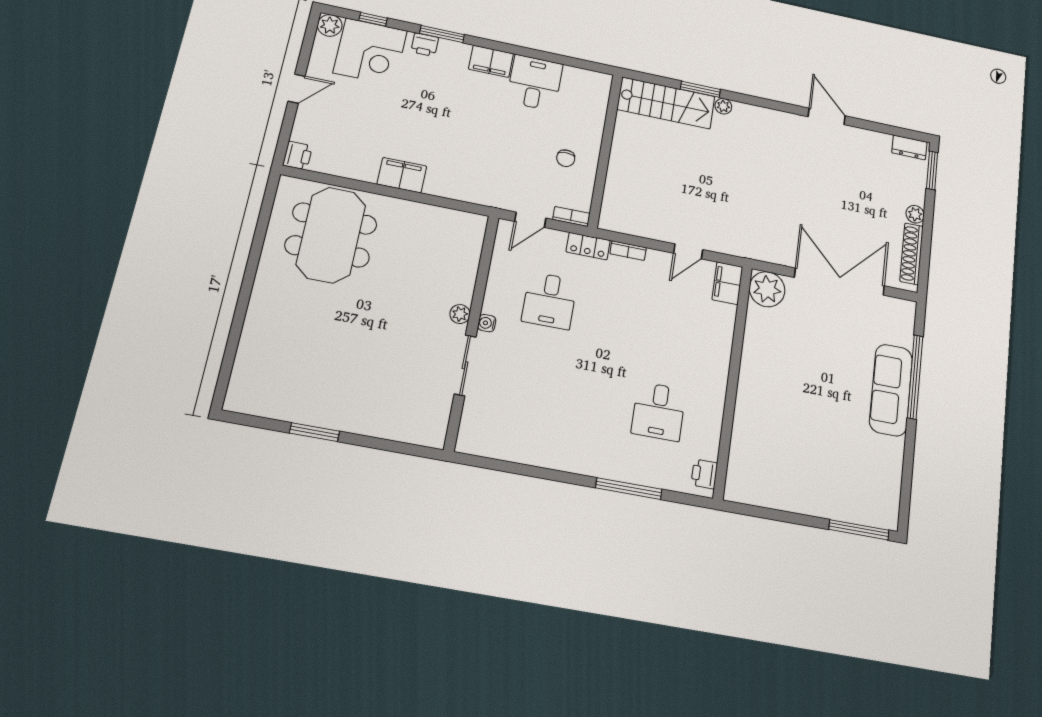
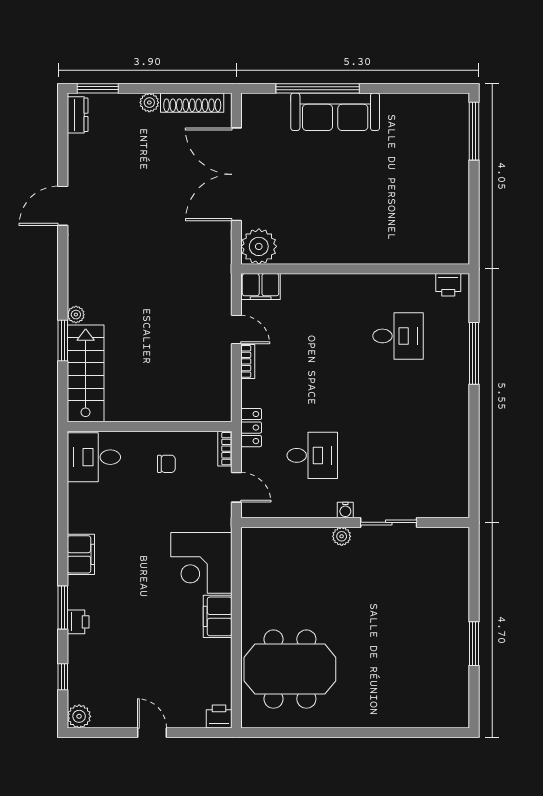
corner desk: (370, 52) -> (201, 563), moved, turned 180
desk: (535, 83) -> (94, 457), moved
bookcase: (628, 251) -> (248, 361), moved

